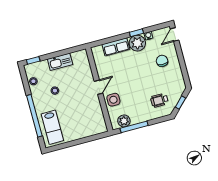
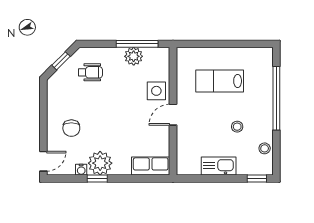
row of seats: (116, 47) -> (151, 166), moved
plant: (124, 121) -> (134, 56), moved
lab bench: (52, 127) -> (220, 81), moved, turned -90

